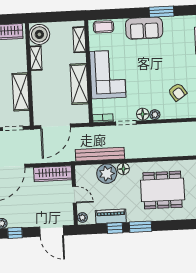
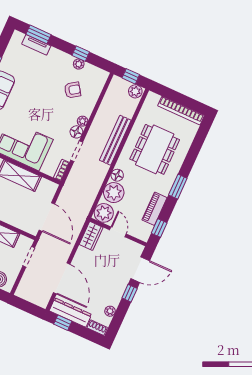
bench: (100, 154) -> (115, 140), moved
wardrobe: (53, 174) -> (91, 236), width x0.67
door: (74, 195) -> (118, 232), hinge flipped
plant: (82, 217) -> (104, 213), moved, width x1.88, depth x1.88
window: (115, 228) -> (159, 228), moved
window: (15, 233) -> (130, 293), moved

